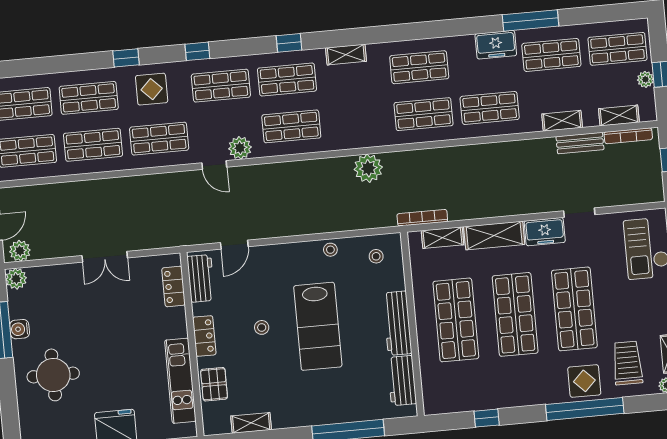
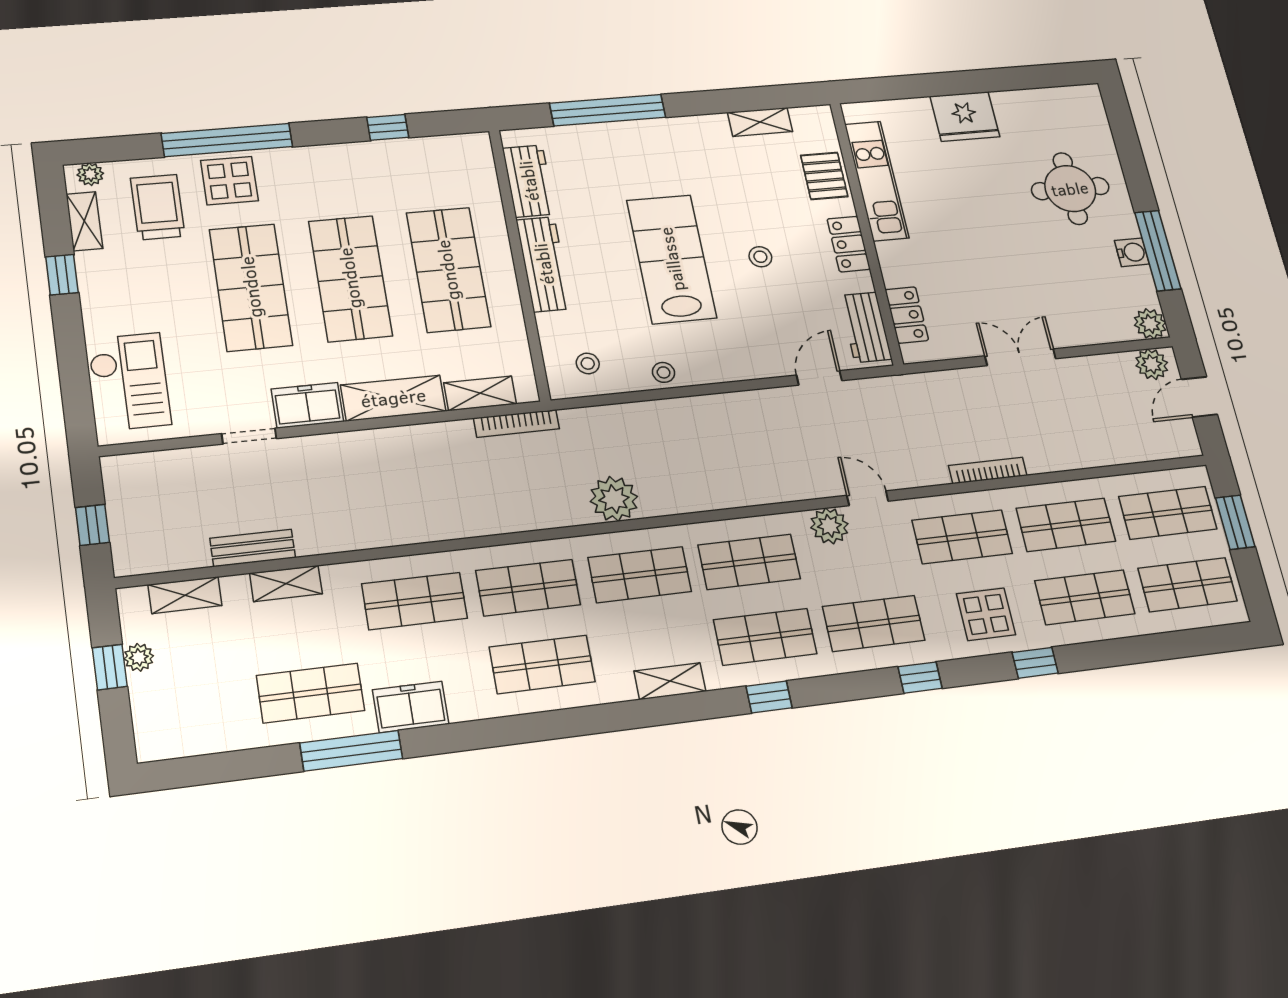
shop shelf: (617, 49) -> (640, 575), moved
bookcase: (628, 136) -> (988, 470), moved
trolley: (627, 363) -> (158, 207), turned 180

